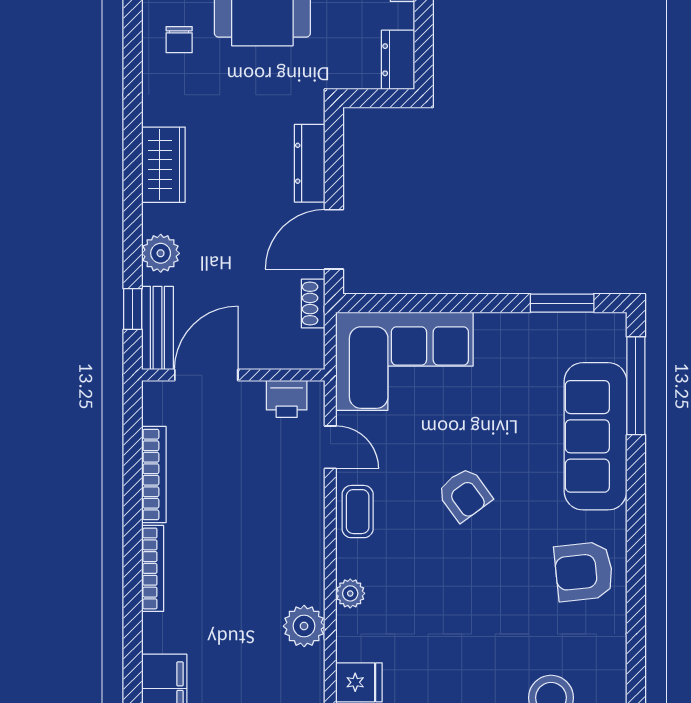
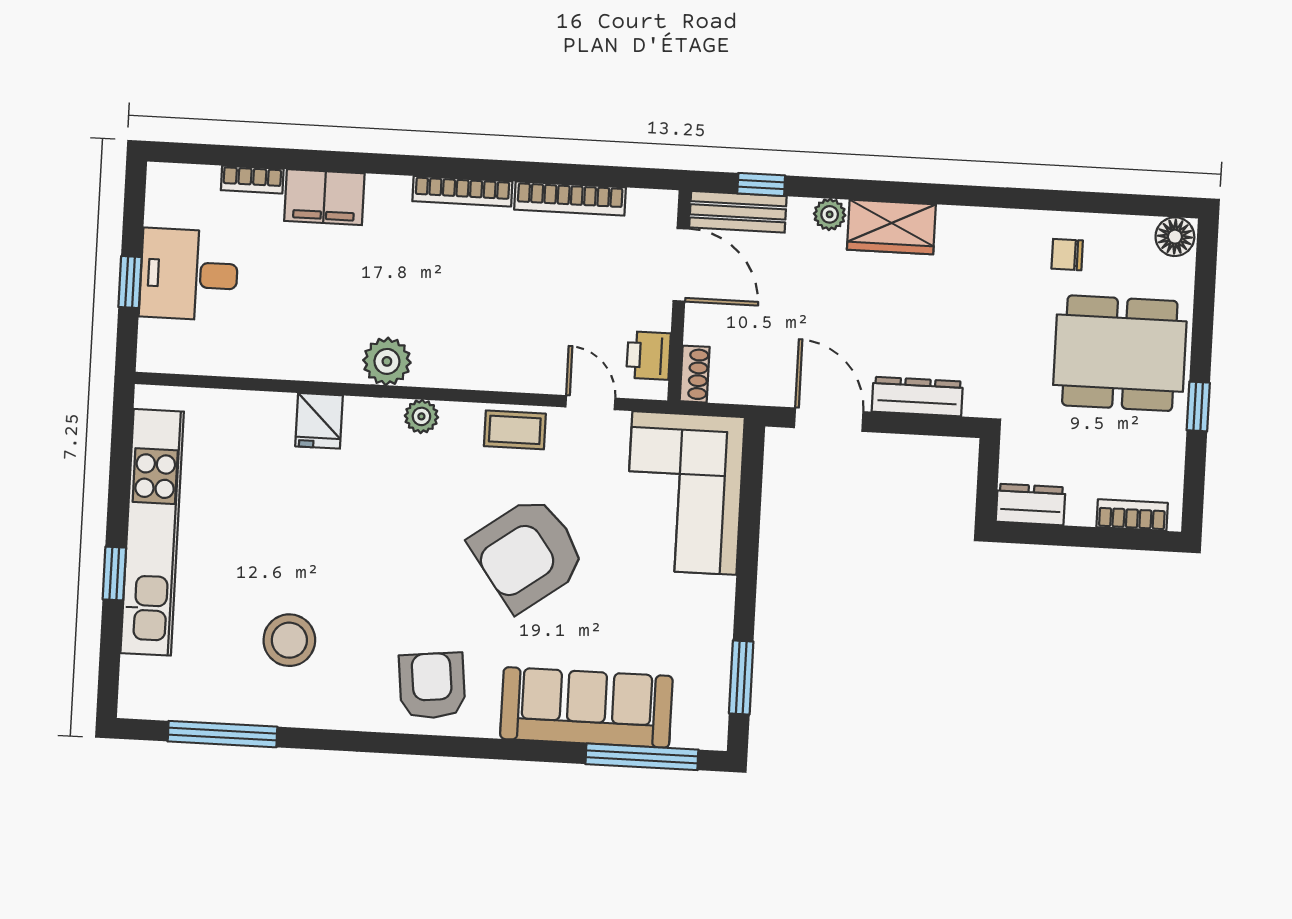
wardrobe: (163, 165) -> (891, 227), moved
plant: (161, 253) -> (830, 214), width x0.73, depth x0.73
shoe rack: (313, 304) -> (695, 374), moved, turned 90
door: (330, 447) -> (590, 403), swing flipped
armchair: (464, 494) -> (528, 554), width x1.88, depth x1.88

